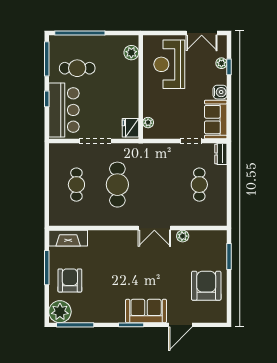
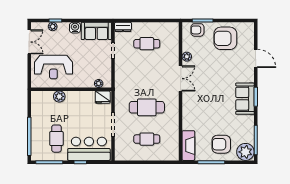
plant: (131, 53) -> (59, 96), moved
armchair: (217, 250) -> (197, 30), added
sofa: (146, 311) -> (245, 99), moved

